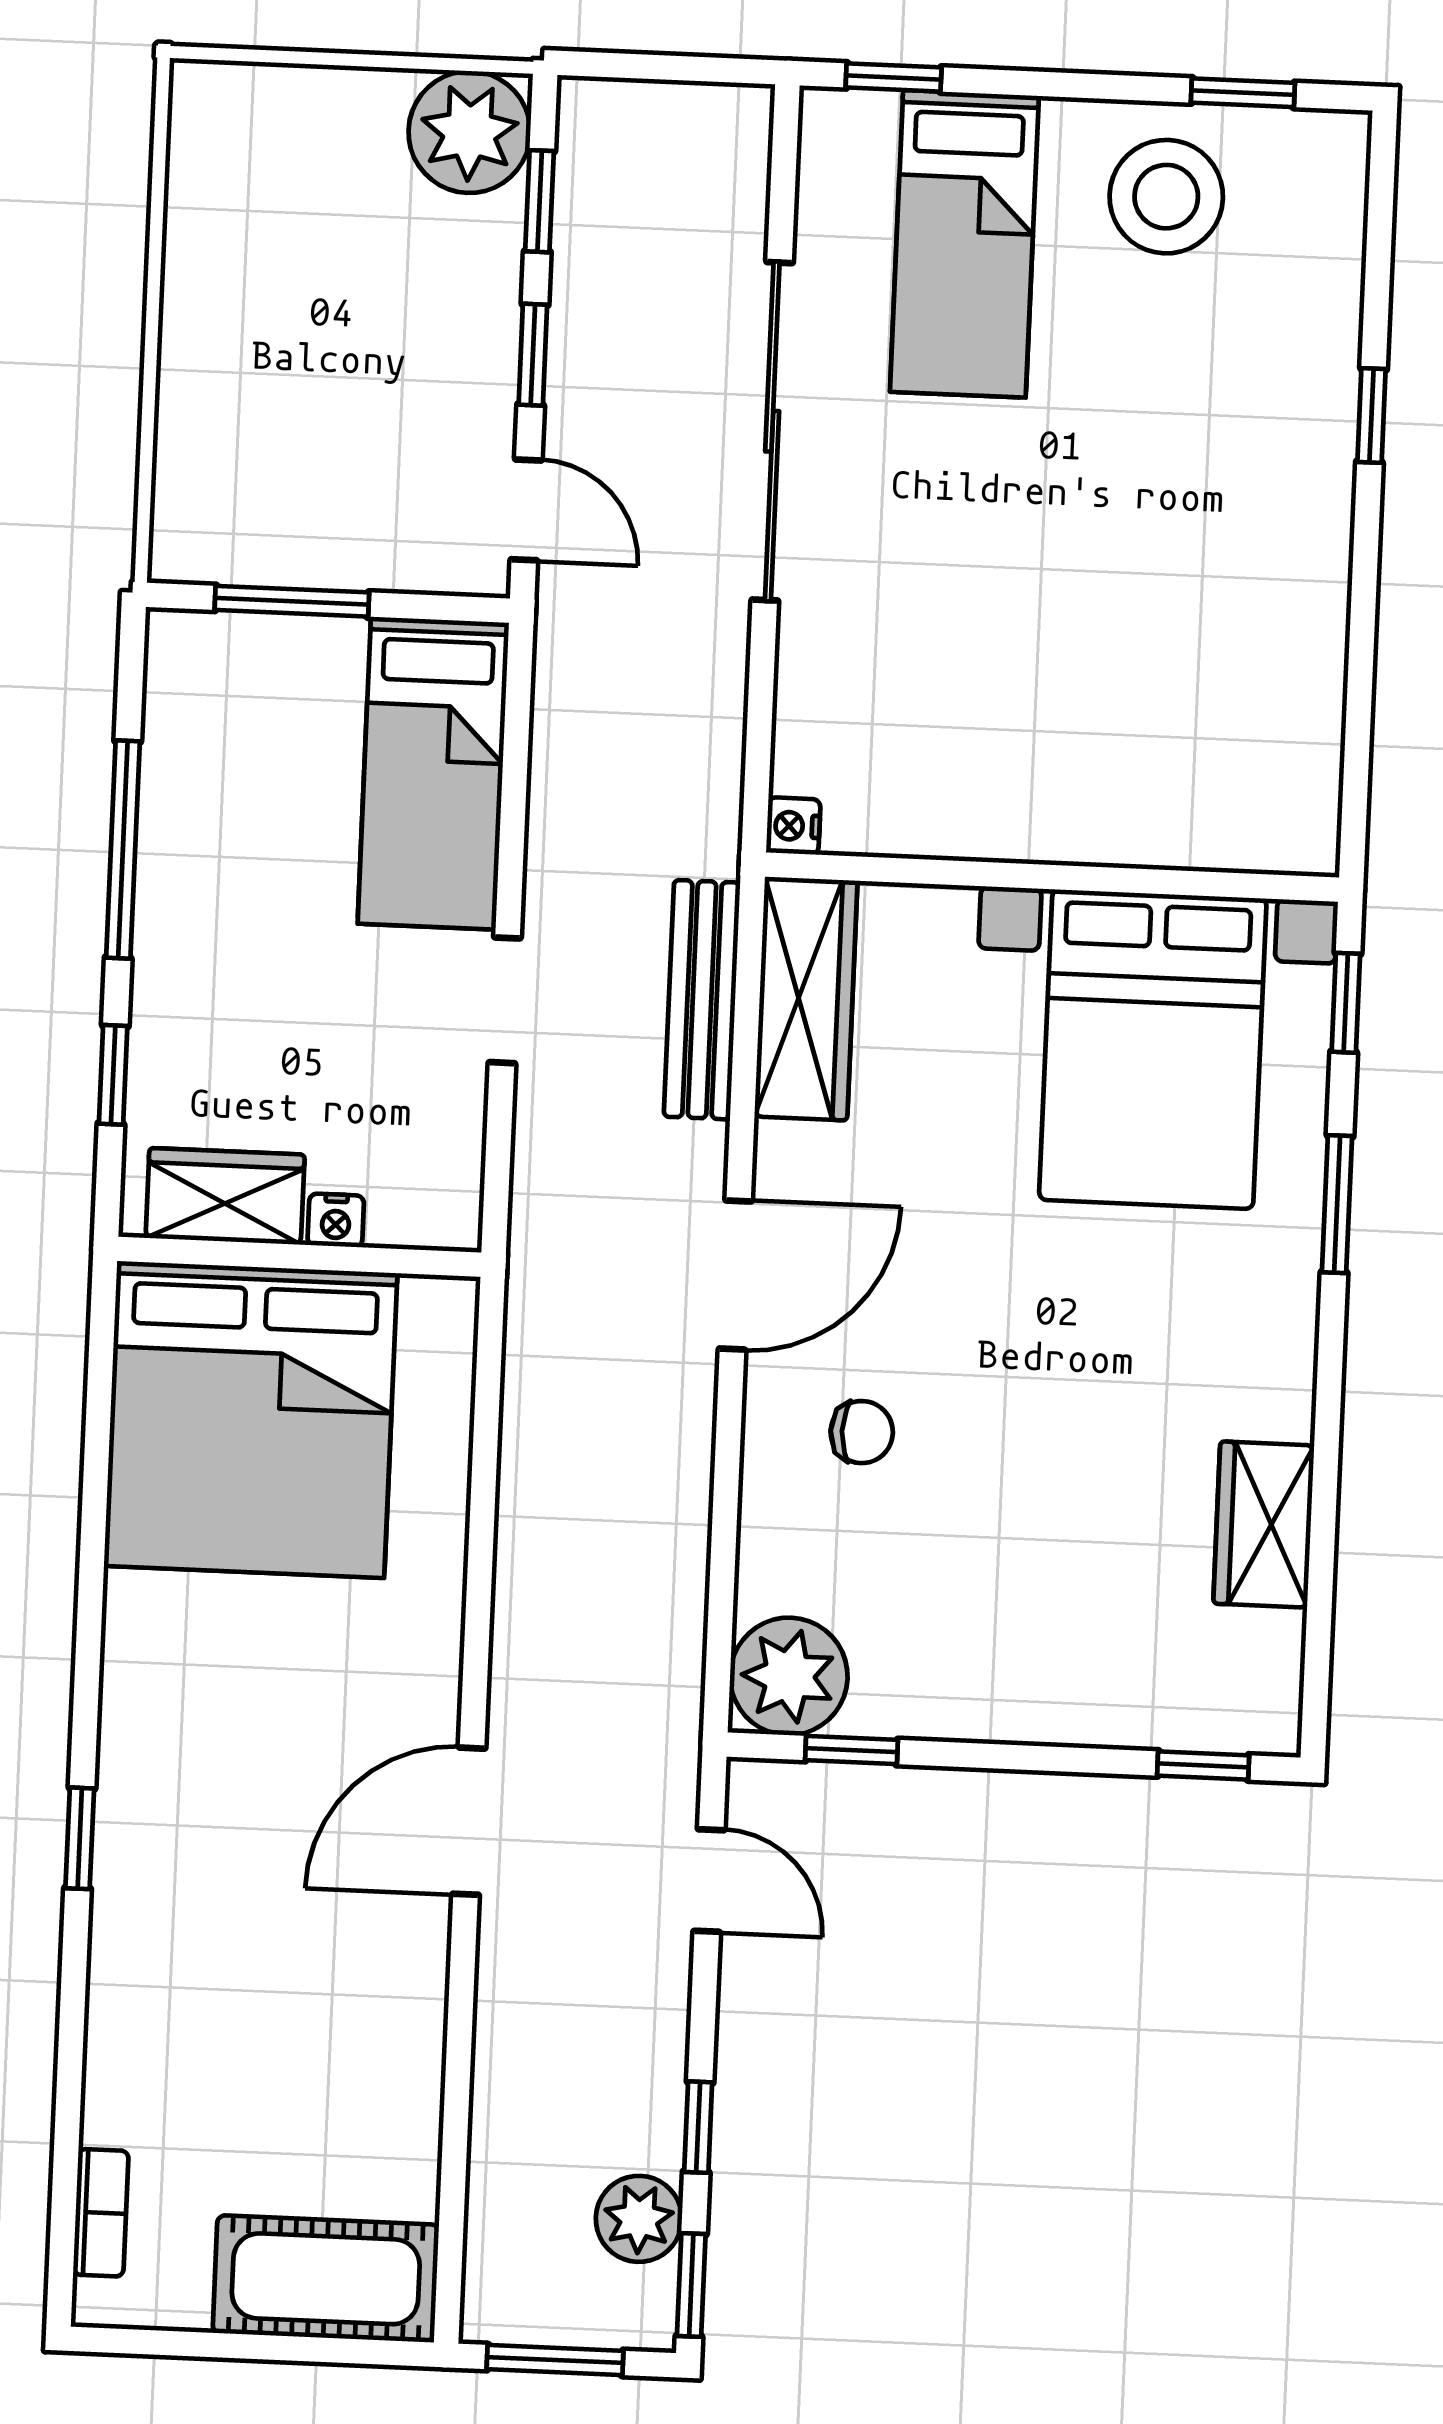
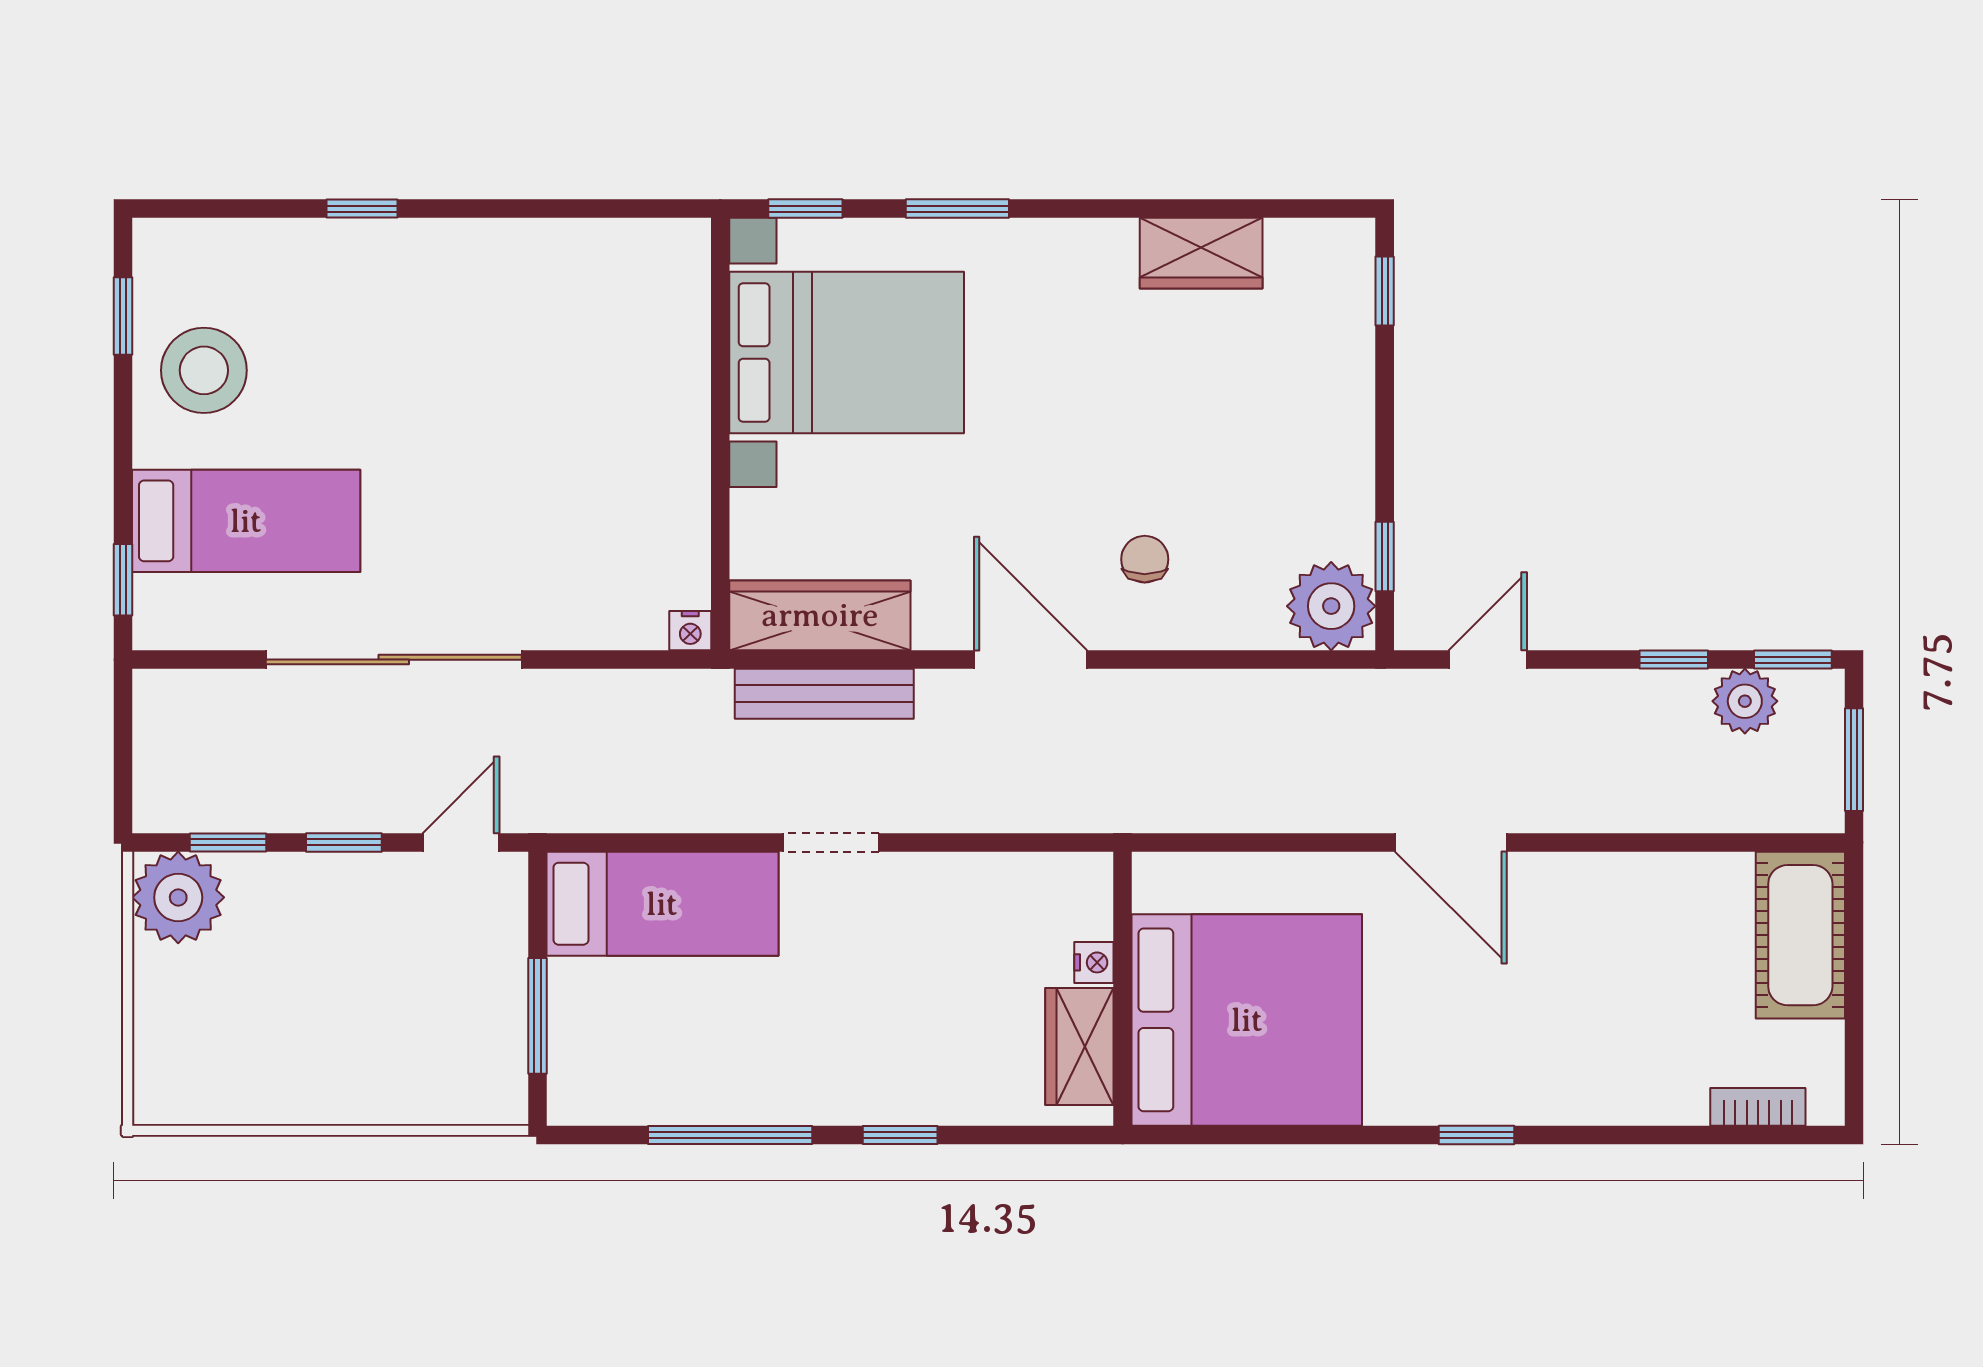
wardrobe: (225, 1196) -> (1079, 1047), moved
nightstand: (336, 1220) -> (1094, 962), moved
wall: (299, 1257) -> (1123, 989), moved
bed: (251, 1419) -> (1247, 1020), moved

